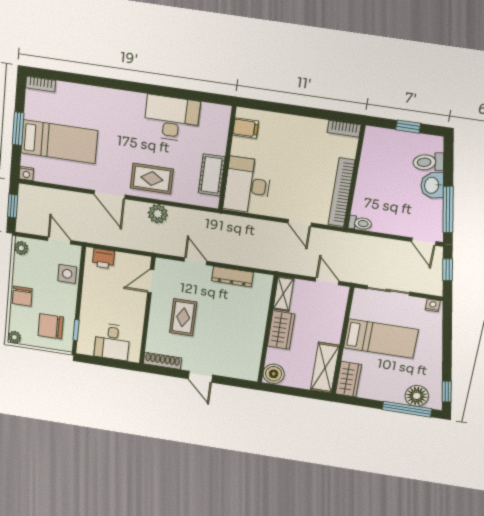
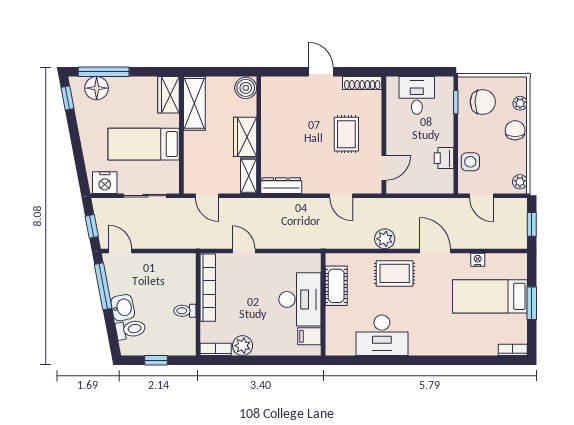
plant: (316, 129) -> (243, 346), added
nightstand: (26, 173) -> (478, 260), moved
desk: (247, 185) -> (300, 299), moved
toilet: (360, 223) -> (185, 311), moved
printer: (103, 259) -> (444, 158), moved, turned -90
dresser: (232, 277) -> (281, 186), moved
nightstand: (433, 305) -> (105, 183), width x1.89, depth x1.79
plant: (14, 337) -> (520, 103), moved

